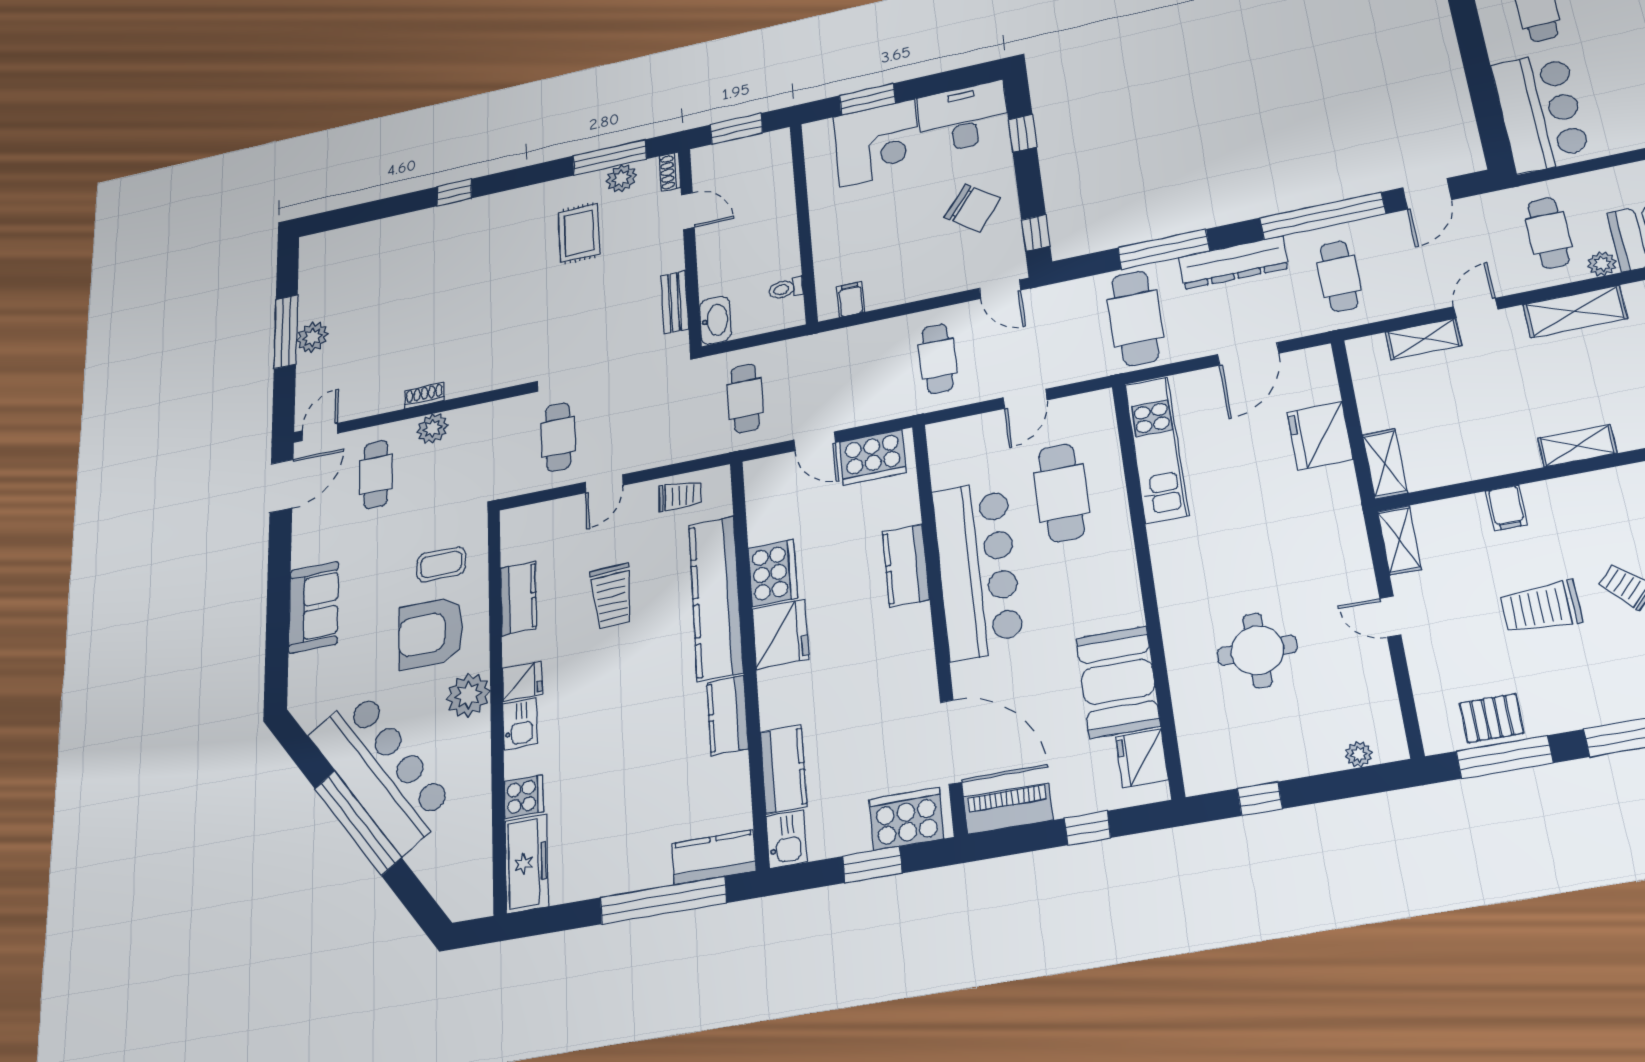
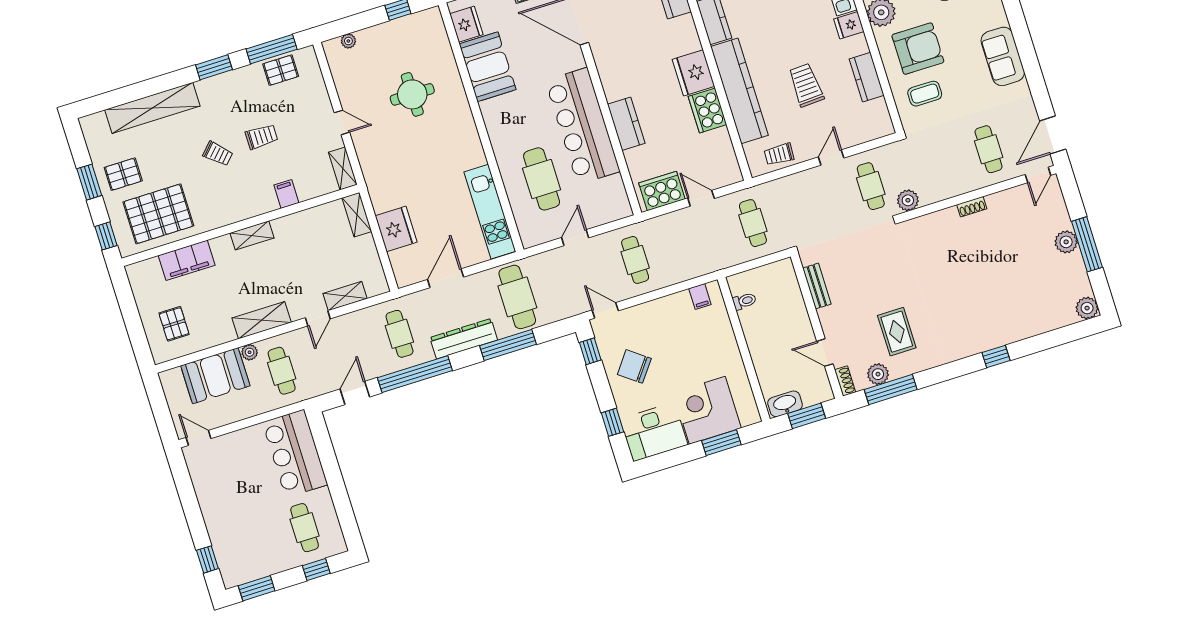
plant: (314, 248) -> (1087, 308), added
washbasin: (715, 320) -> (785, 404), moved, turned 90
plant: (432, 428) -> (908, 200), moved
trolley: (1541, 607) -> (261, 137), width x0.73, depth x0.72

